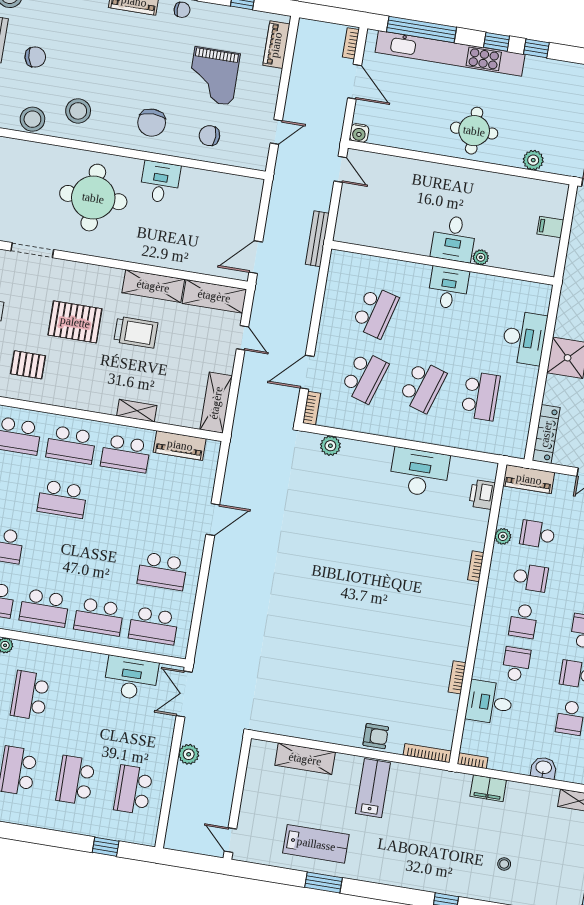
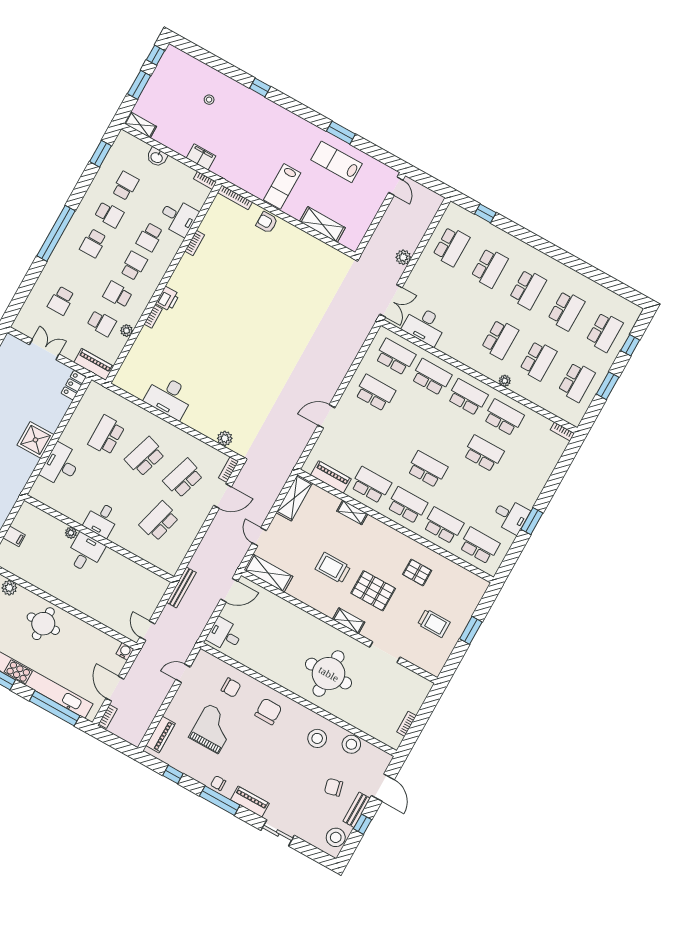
desk: (160, 182) -> (225, 635), moved, turned 90
shelving: (153, 286) -> (349, 621), moved, width x0.67, depth x0.75
locker: (546, 434) -> (74, 385), width x0.66
printer: (482, 494) -> (168, 299), moved

